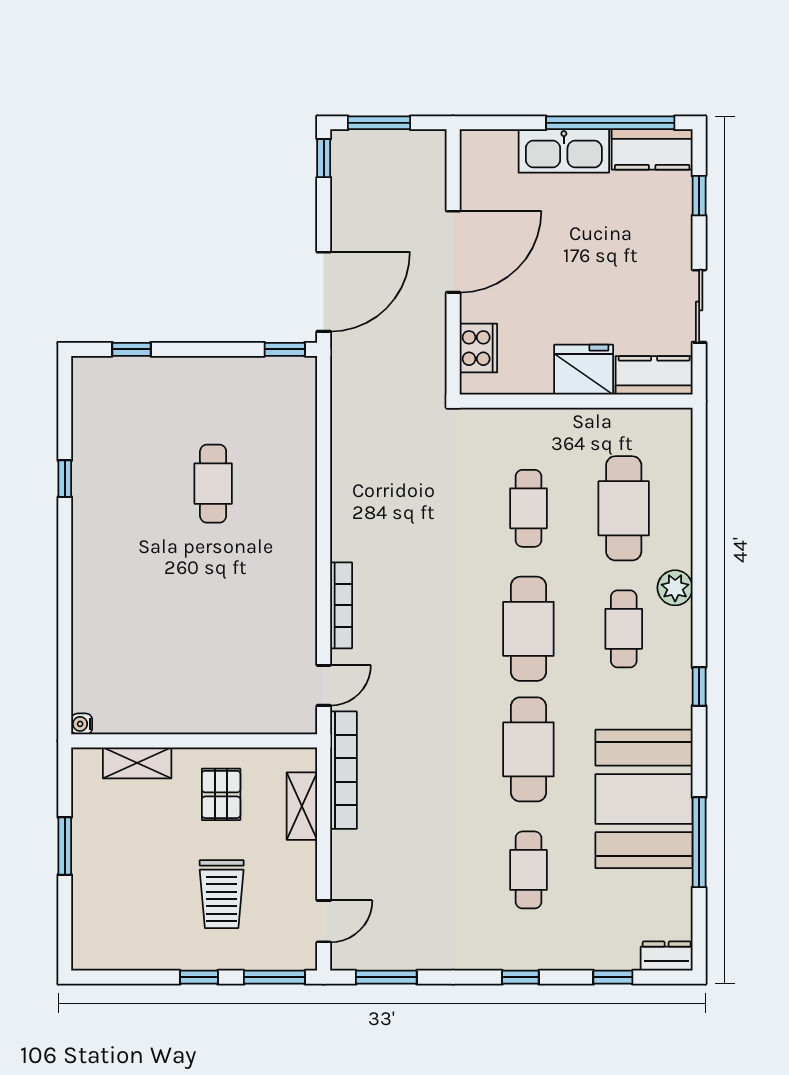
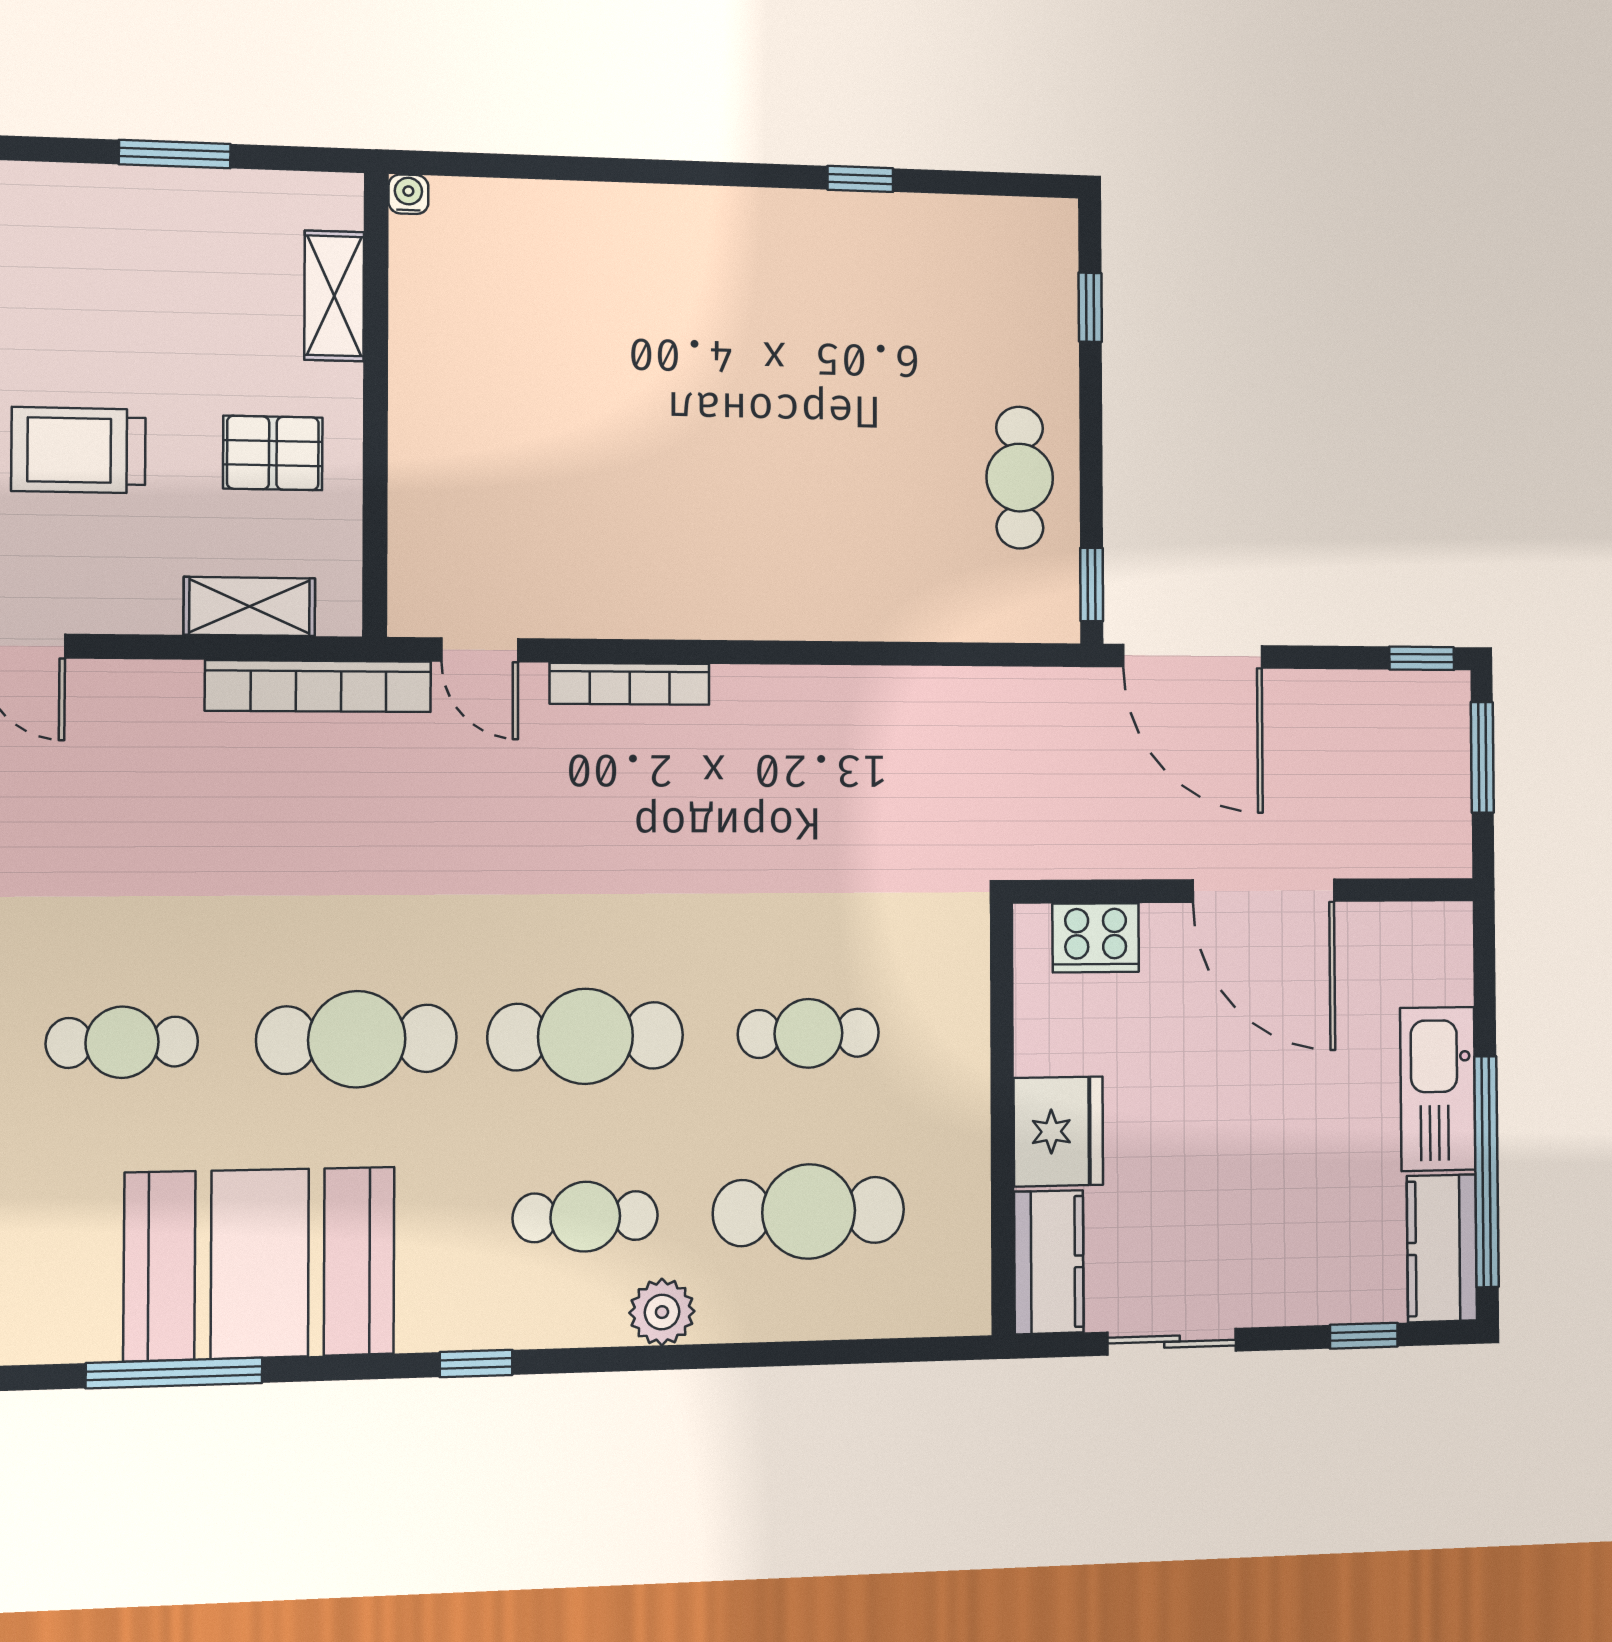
cafe table: (213, 484) -> (1020, 478), moved, turned 90

